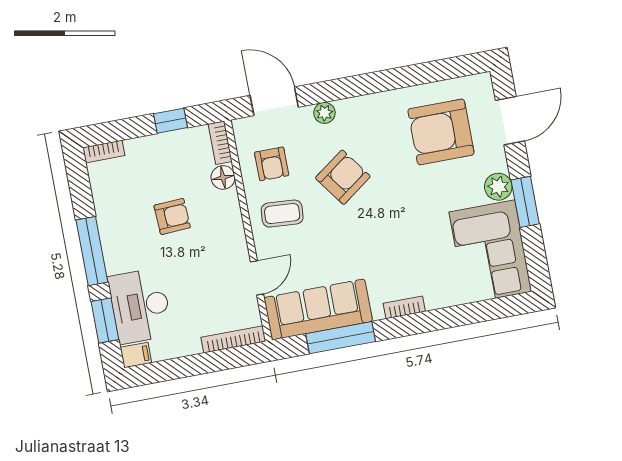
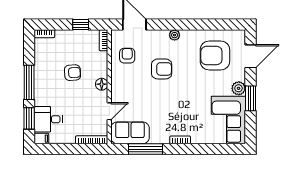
plant: (324, 113) -> (175, 35), moved
armchair: (272, 164) -> (127, 56), turned 180
floor lamp: (223, 177) -> (102, 84), moved
armchair: (343, 177) -> (162, 69), turned 36
coffee table: (282, 214) -> (128, 81), removed
desk: (140, 306) -> (48, 119), width x0.73
sofa: (318, 309) -> (130, 133), width x0.73

